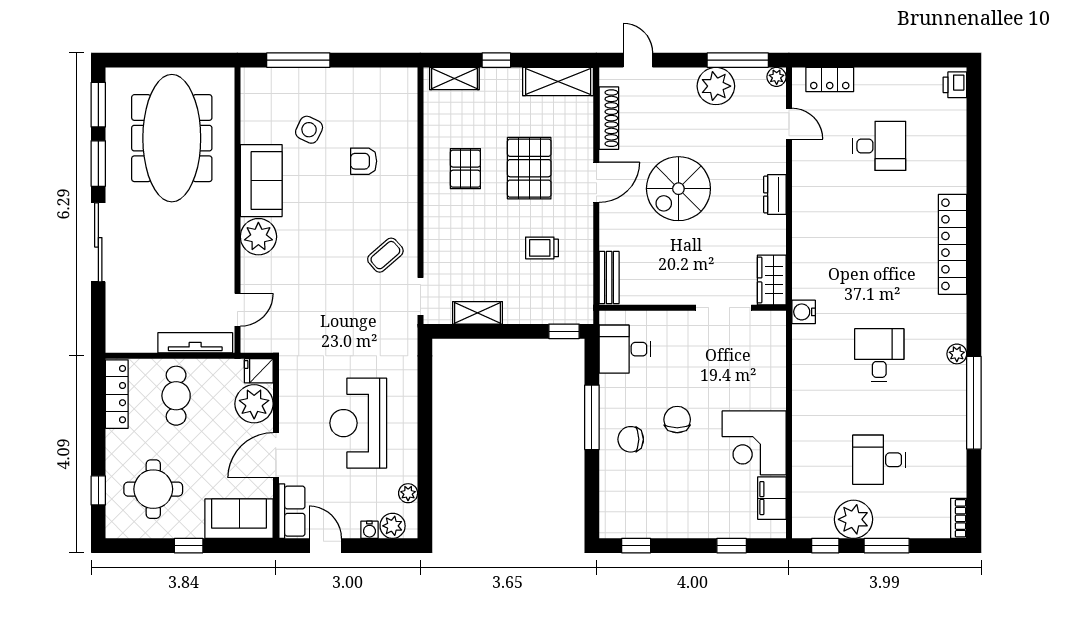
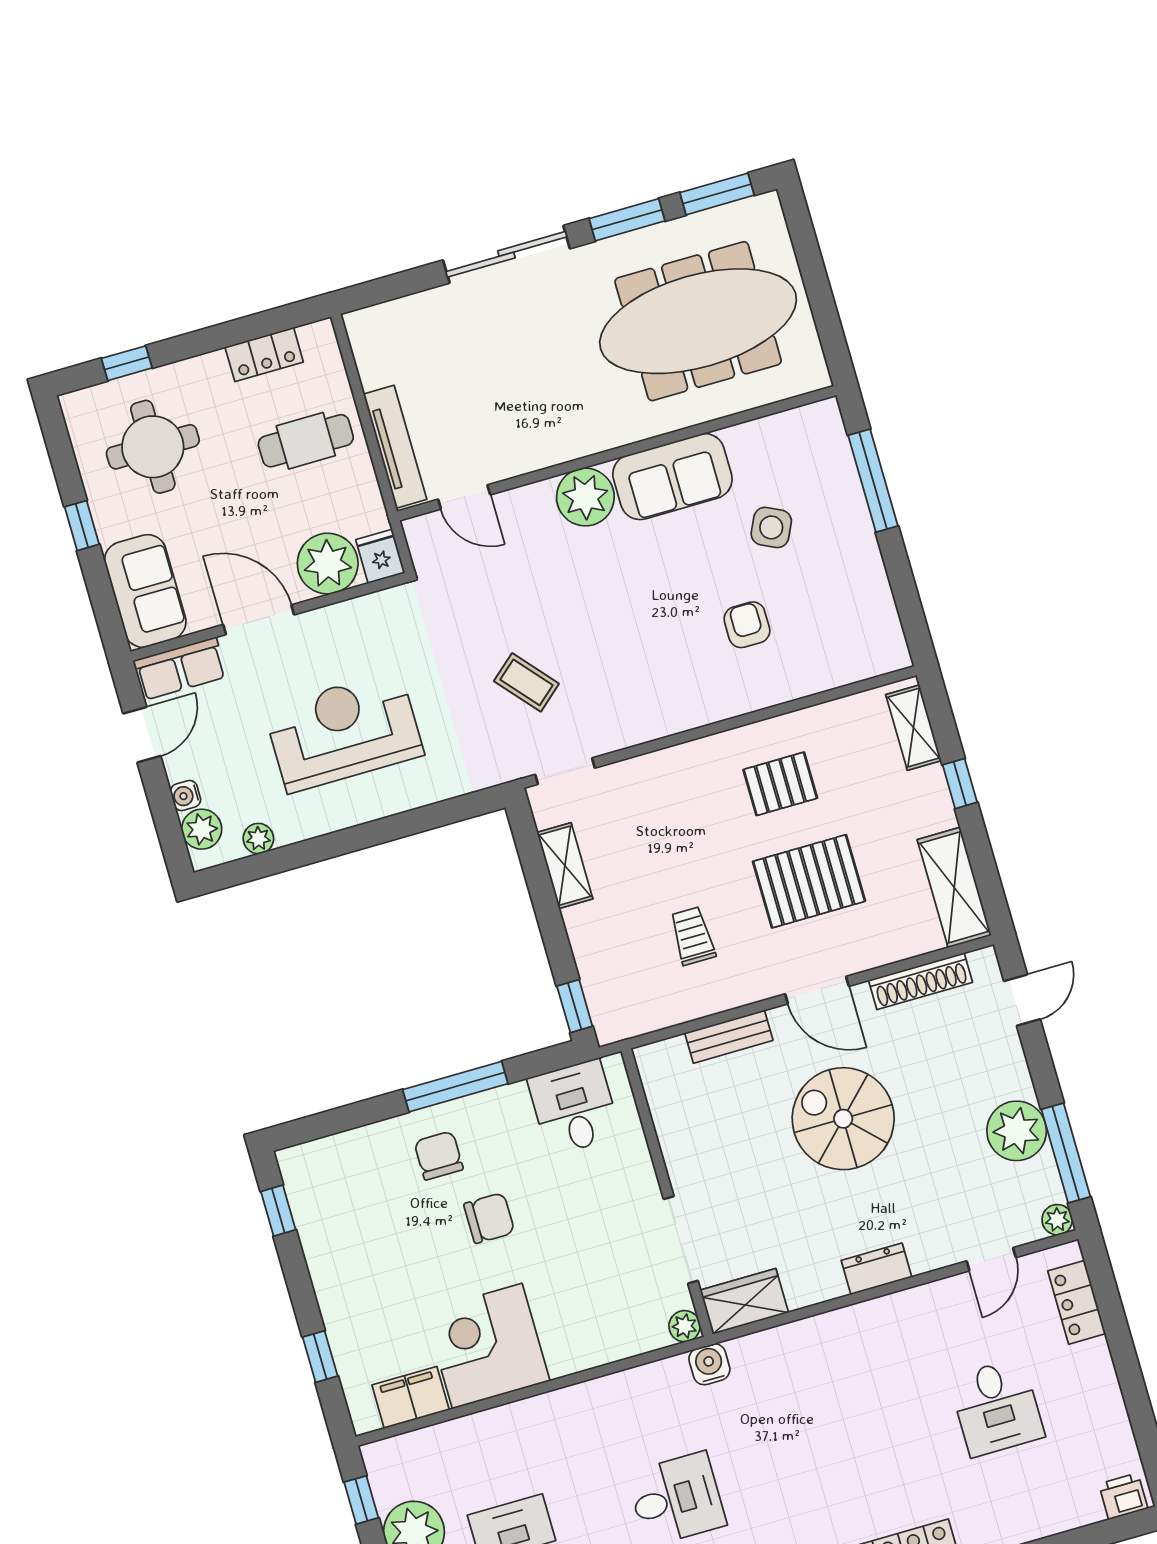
coffee table: (385, 255) -> (526, 682), moved
bench: (609, 278) -> (729, 1037), moved
plant: (776, 320) -> (684, 1326), added
locker: (117, 394) -> (264, 355), width x0.66

